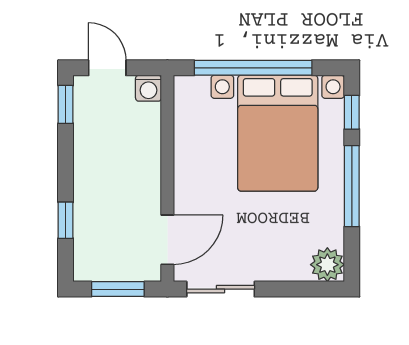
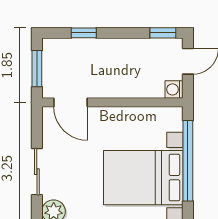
sliding door: (221, 289) -> (37, 172), moved

